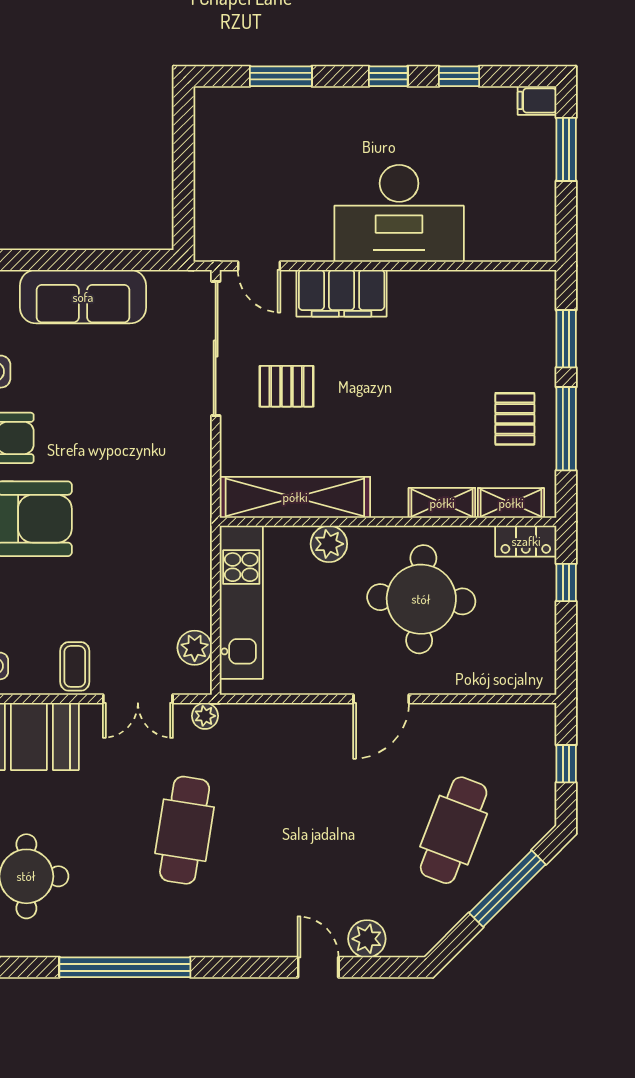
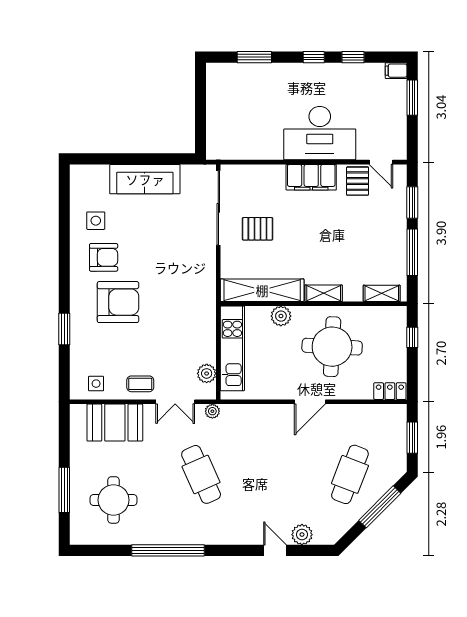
door: (259, 266) -> (381, 162), moved
filing cabinet: (342, 293) -> (311, 177), moved
pallet: (515, 419) -> (358, 181), moved
shelving: (442, 503) -> (324, 293), moved
locker: (526, 541) -> (390, 391), moved, turned 180
coffee table: (75, 666) -> (140, 384), turned 90
window: (566, 764) -> (412, 438), width x1.50
cafe table: (185, 830) -> (201, 474), turned -33

